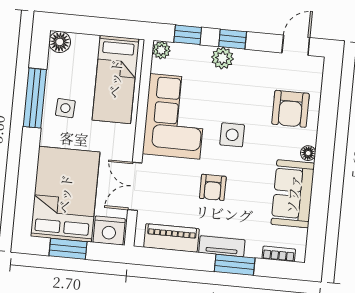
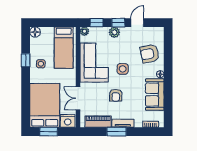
door: (296, 45) -> (137, 23), moved
window: (35, 98) -> (26, 60), width x0.46
armchair: (291, 109) -> (150, 54), turned 78
window: (235, 265) -> (117, 132), moved

